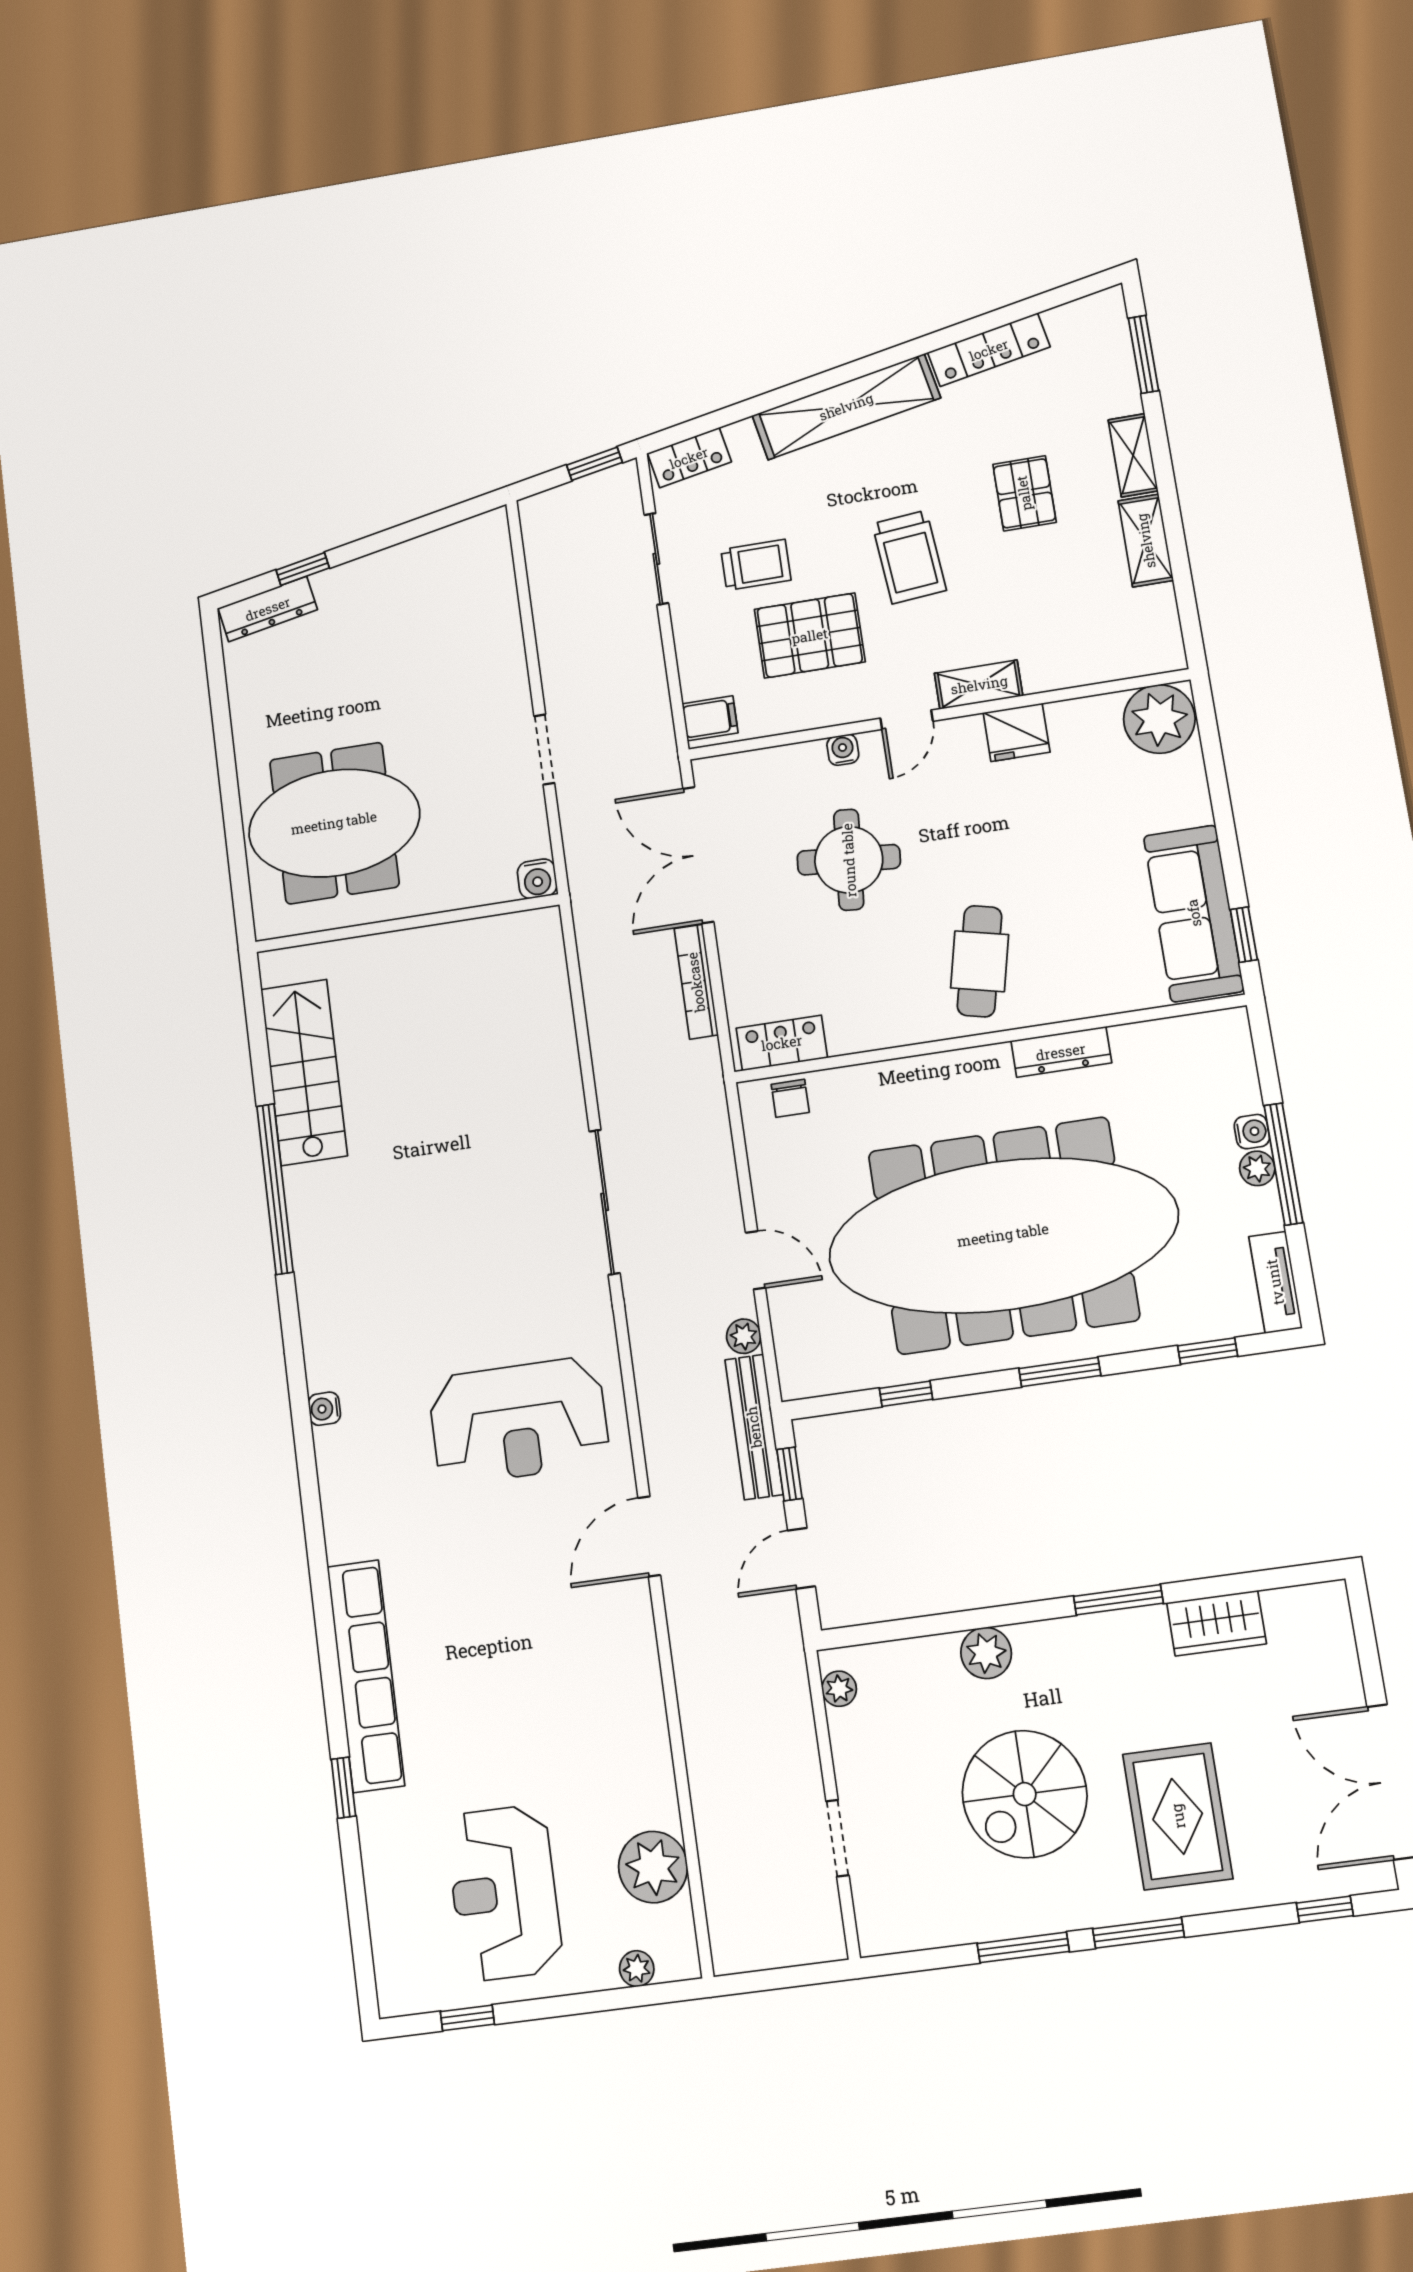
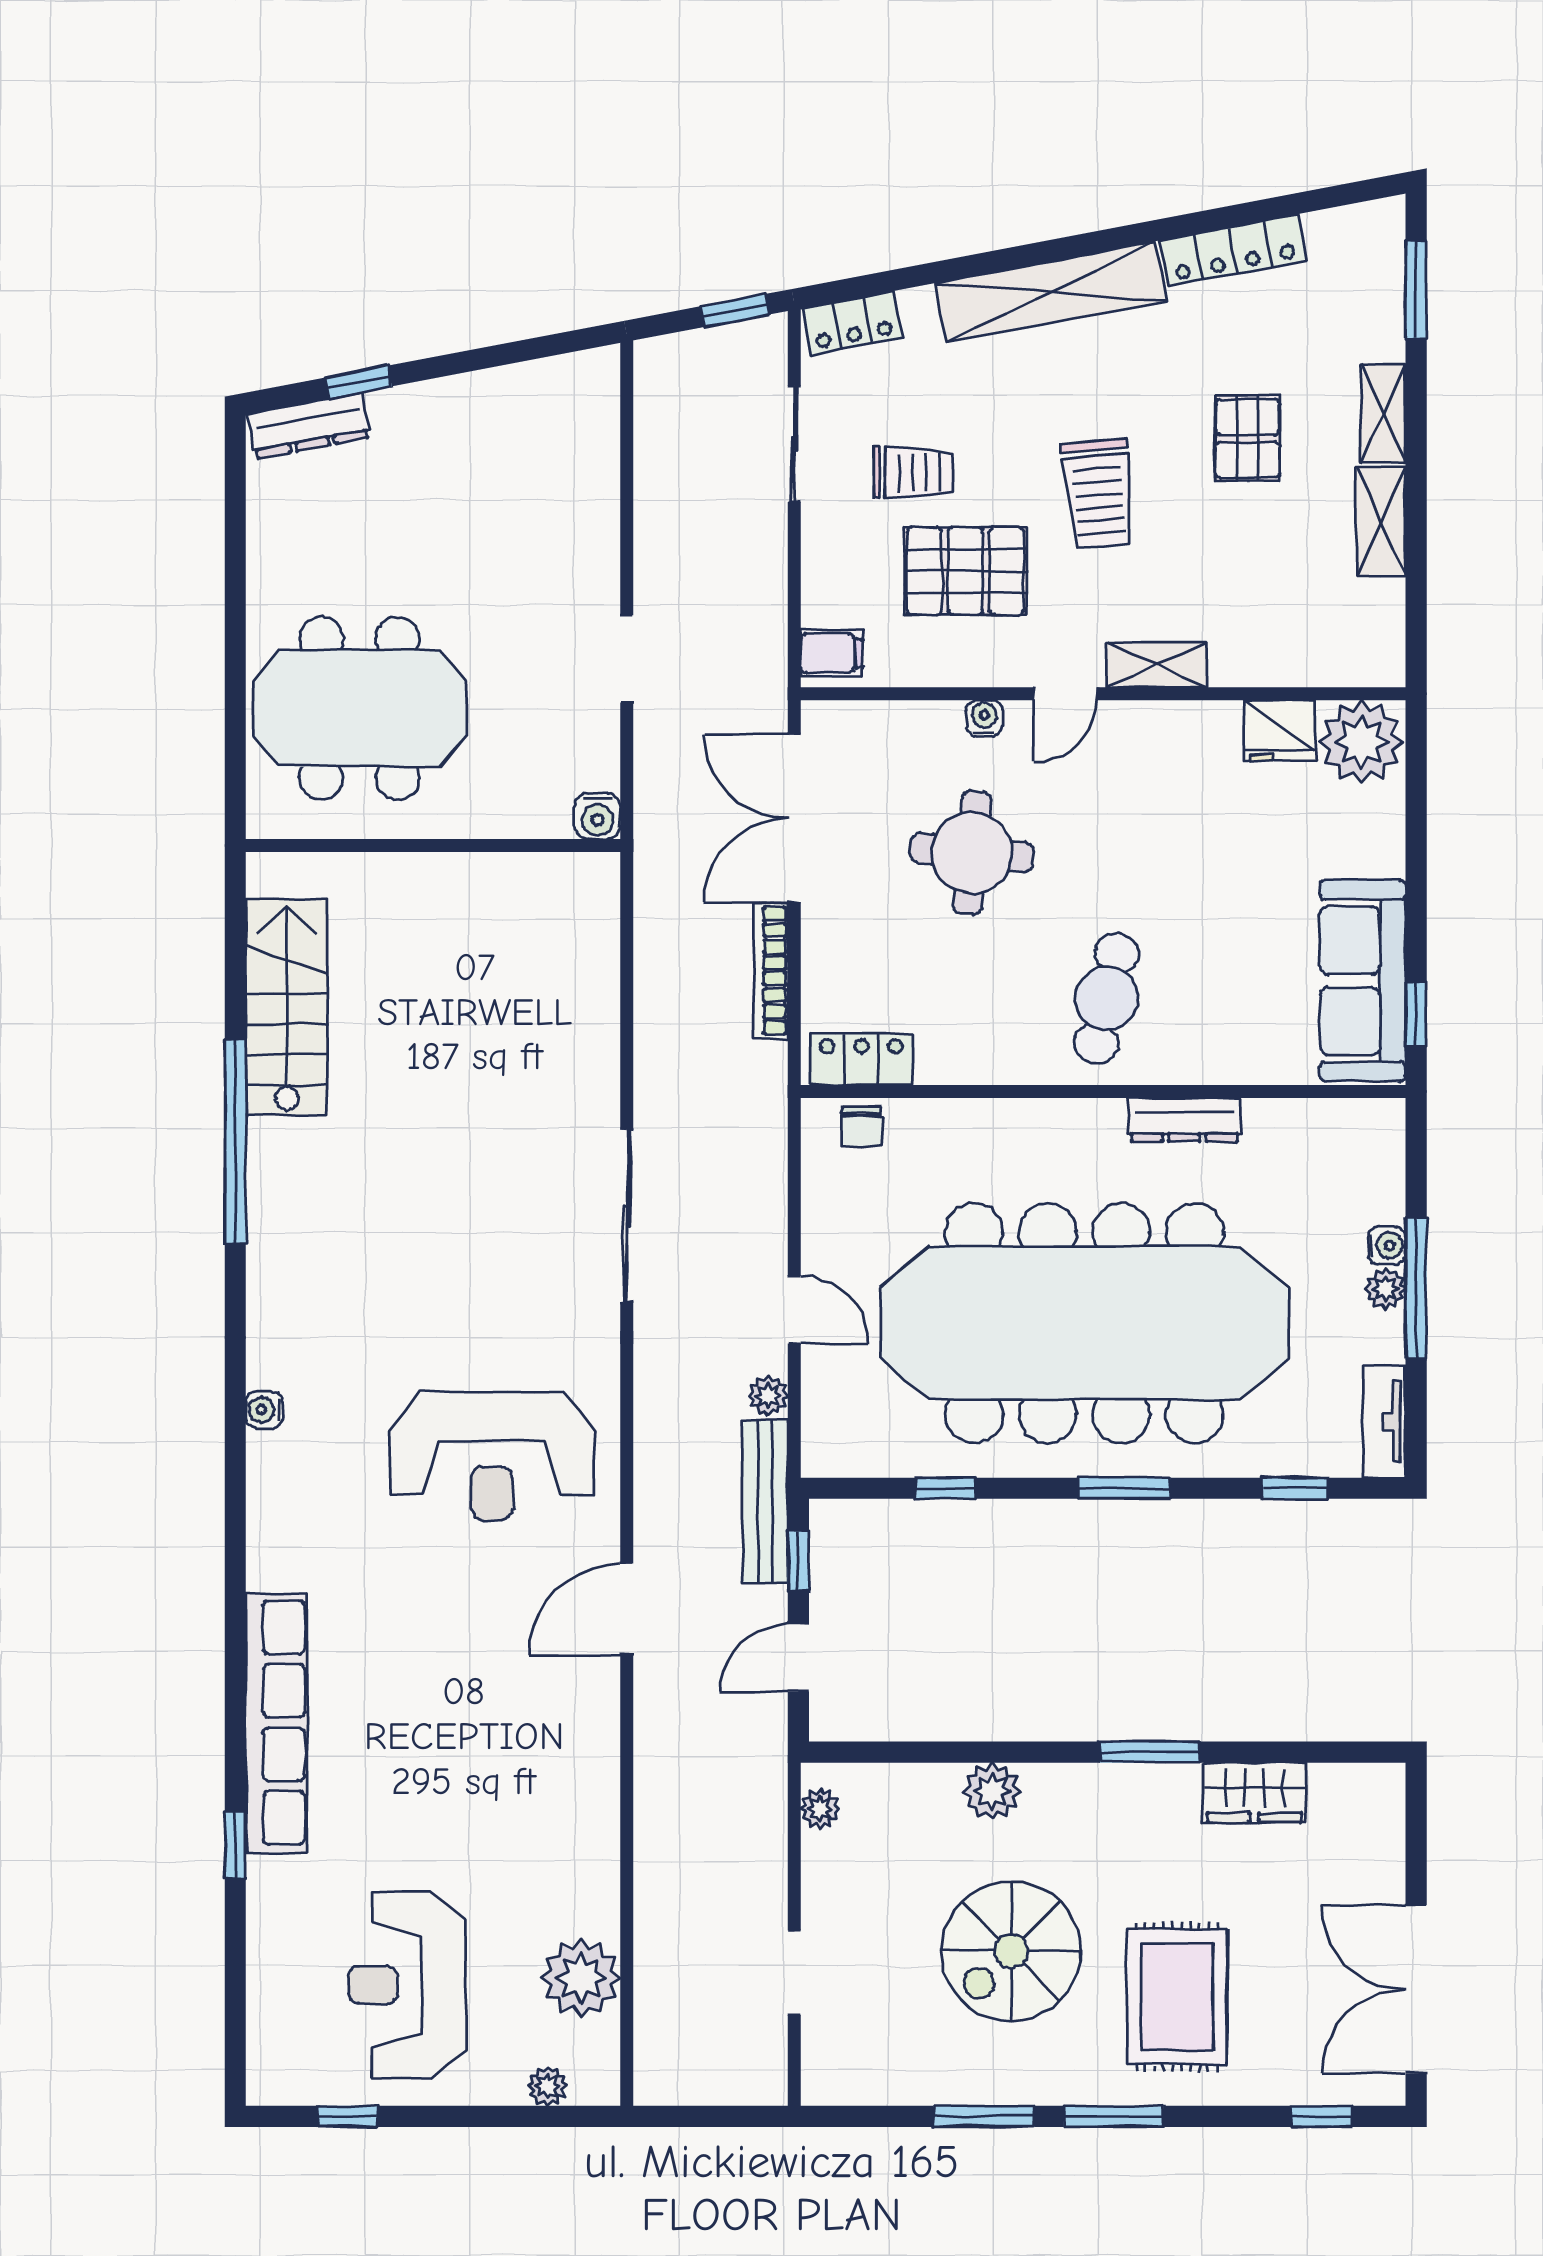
fridge: (1017, 732) -> (1280, 731), moved

